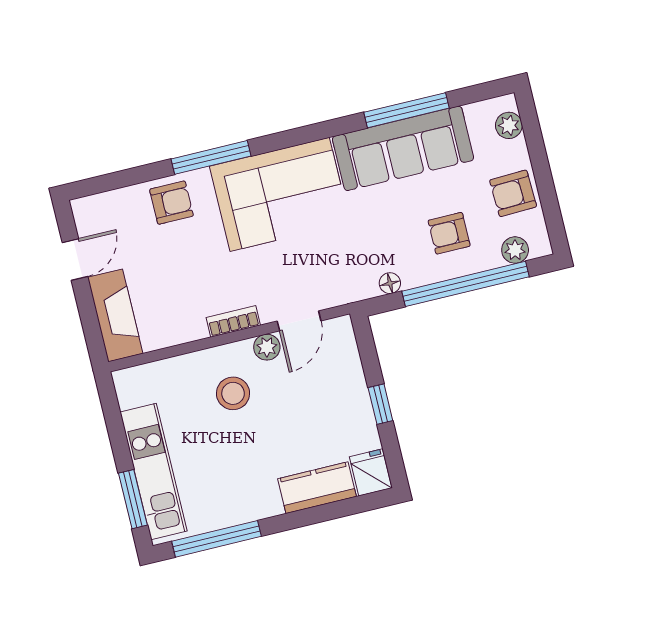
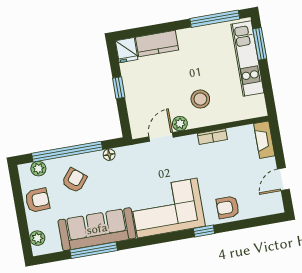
window: (211, 157) -> (204, 231), width x0.46
armchair: (449, 233) -> (74, 180), turned -51
fireplace: (115, 315) -> (264, 140), width x0.73, depth x0.76
bookcase: (233, 321) -> (212, 136), moved

